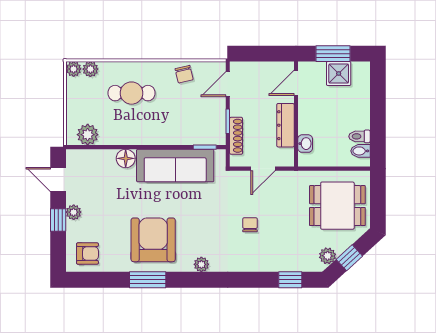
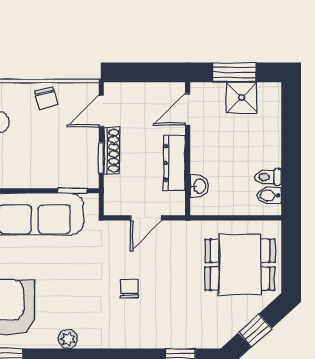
shoe rack: (236, 136) -> (112, 150), moved
plant: (328, 256) -> (227, 328), removed

